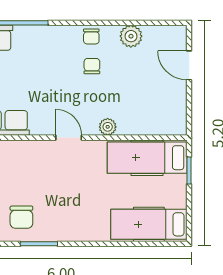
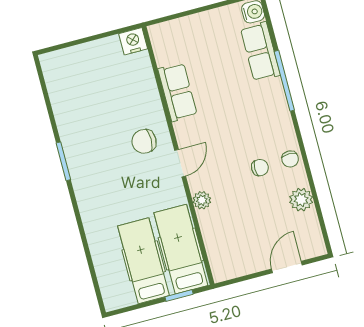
chair: (91, 36) -> (290, 159), turned -90
chair: (21, 217) -> (144, 141), moved
hospital bed: (149, 224) -> (144, 261), moved

